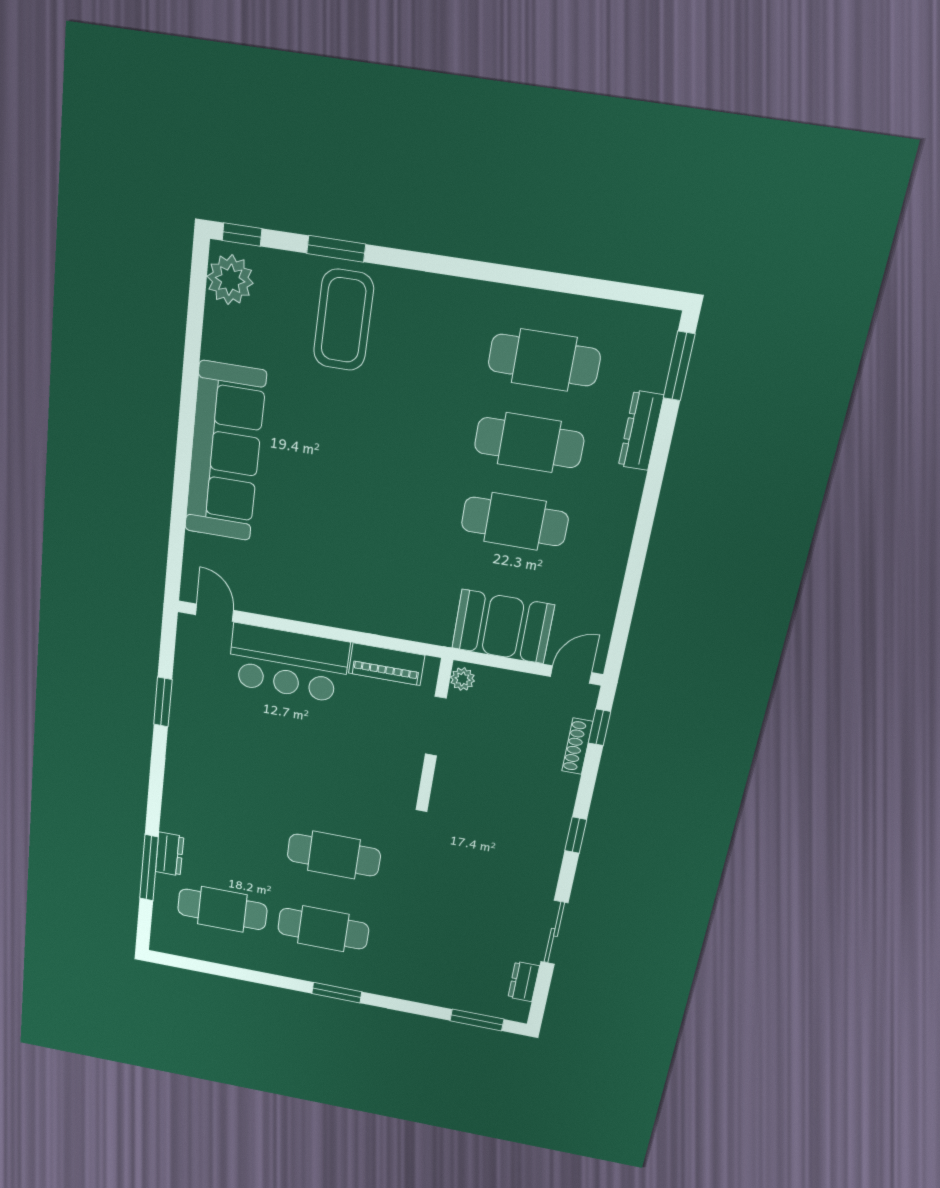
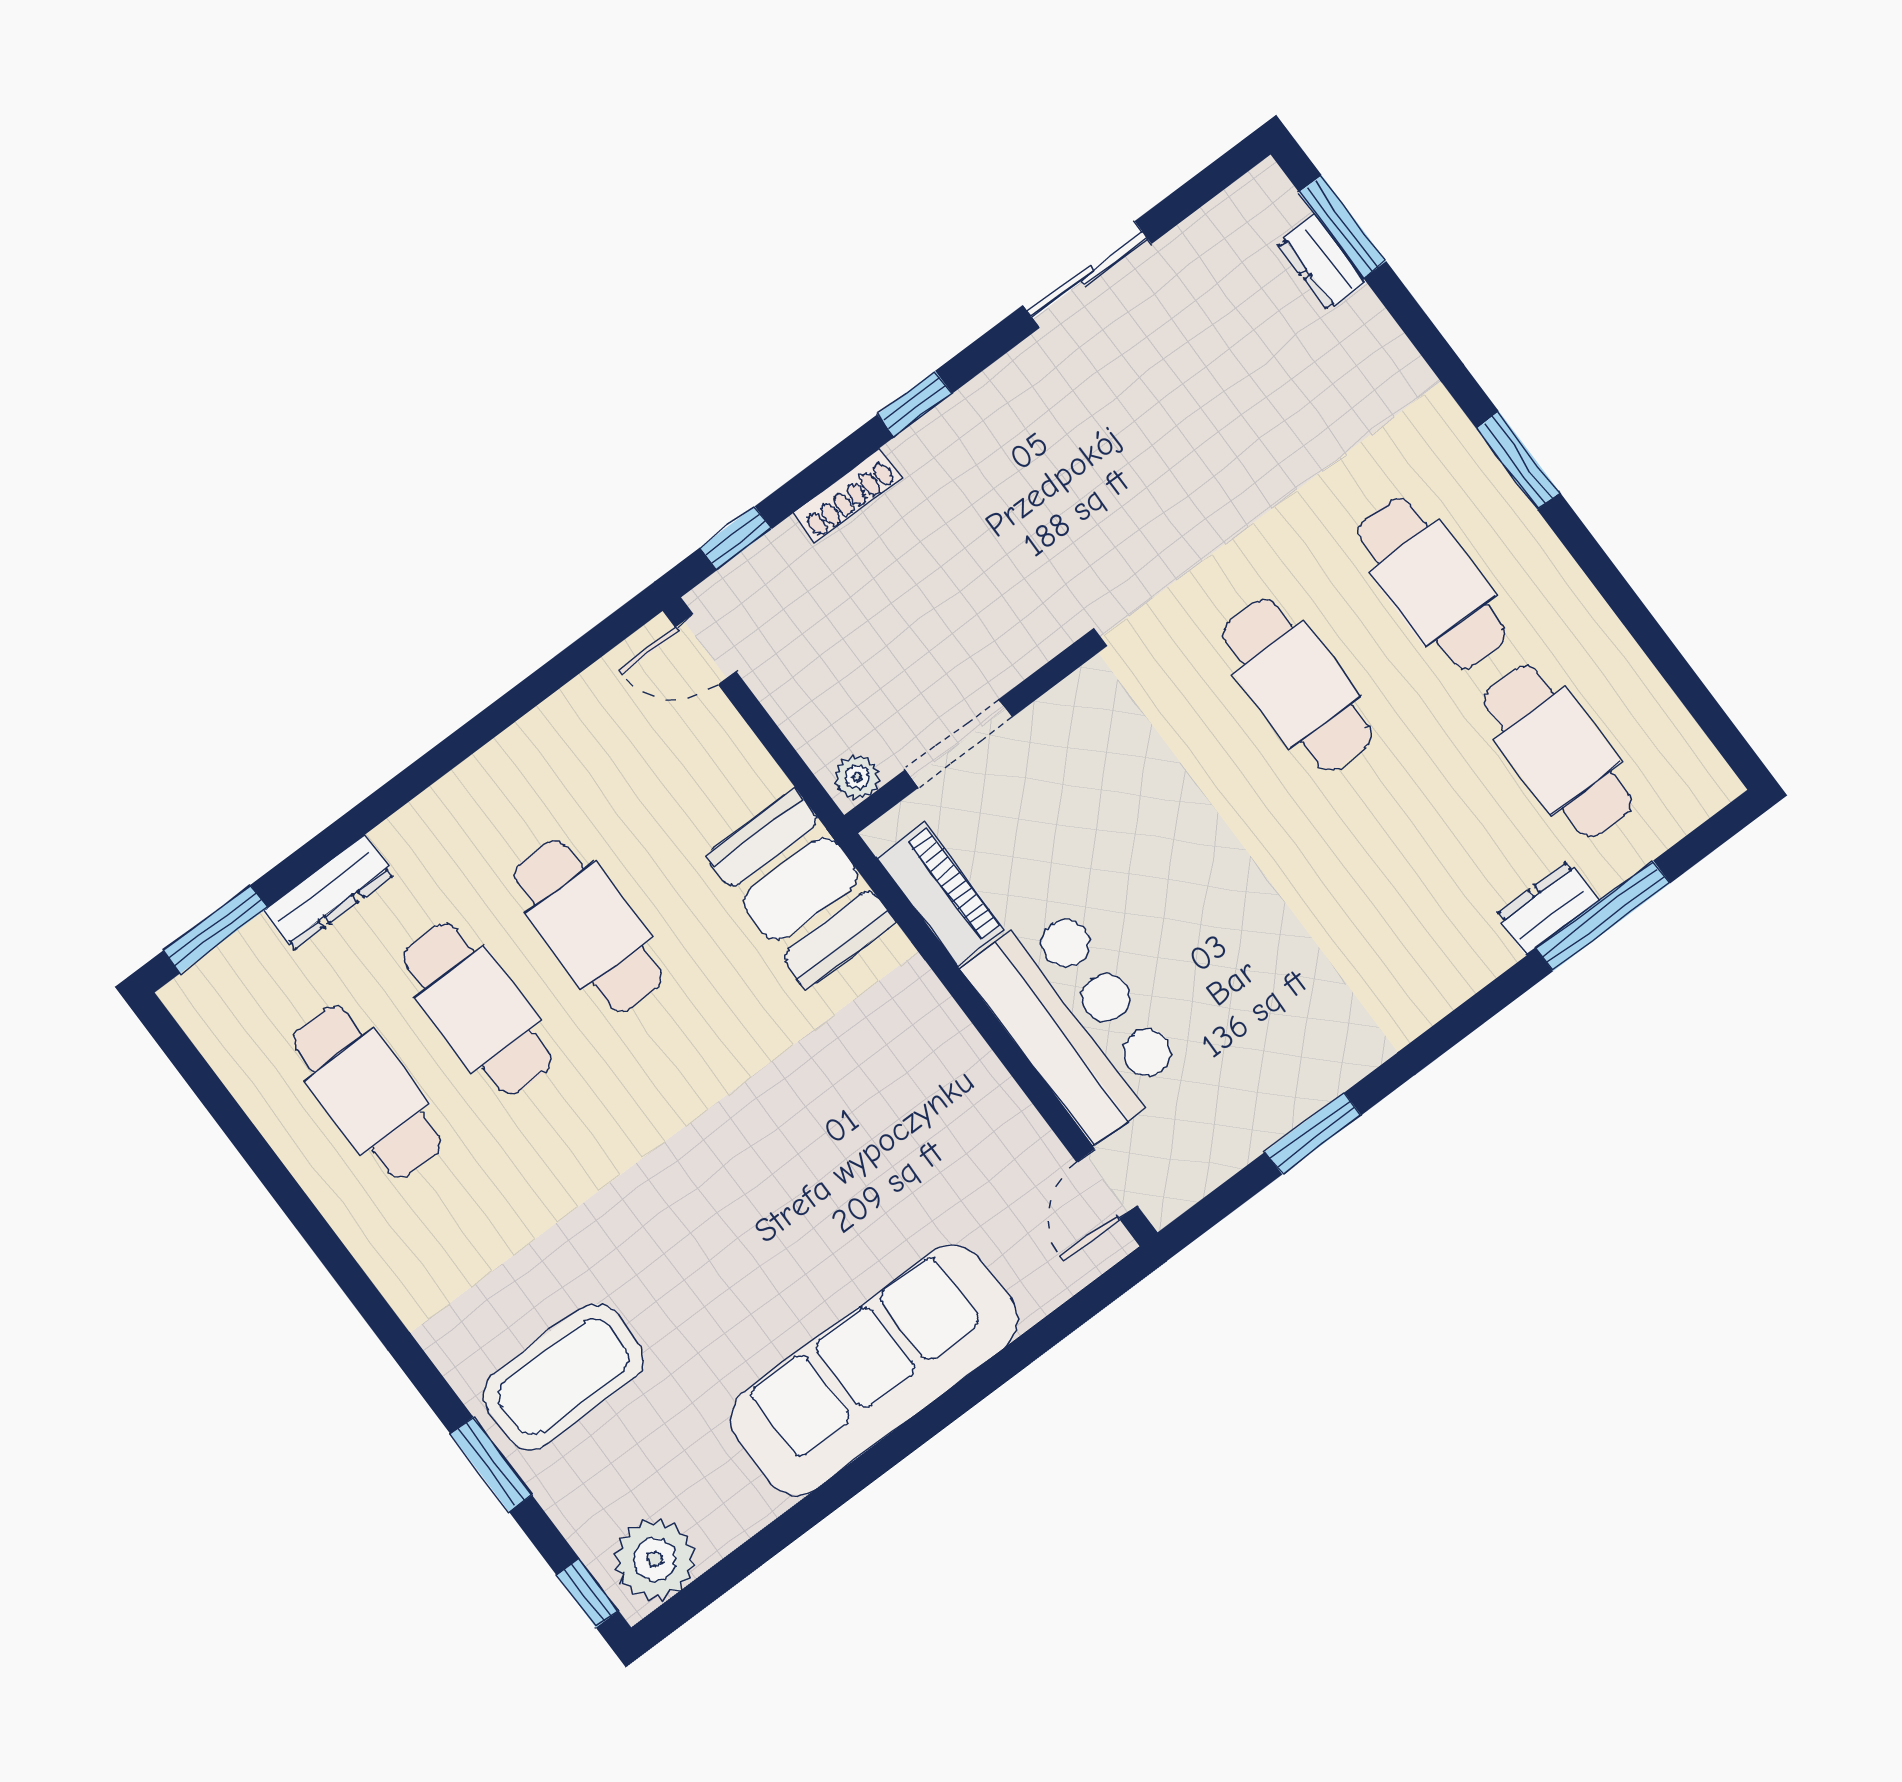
booth: (503, 626) -> (801, 889), moved
shoe rack: (577, 746) -> (847, 495), moved
dresser: (524, 982) -> (1321, 262), moved, turned 90

